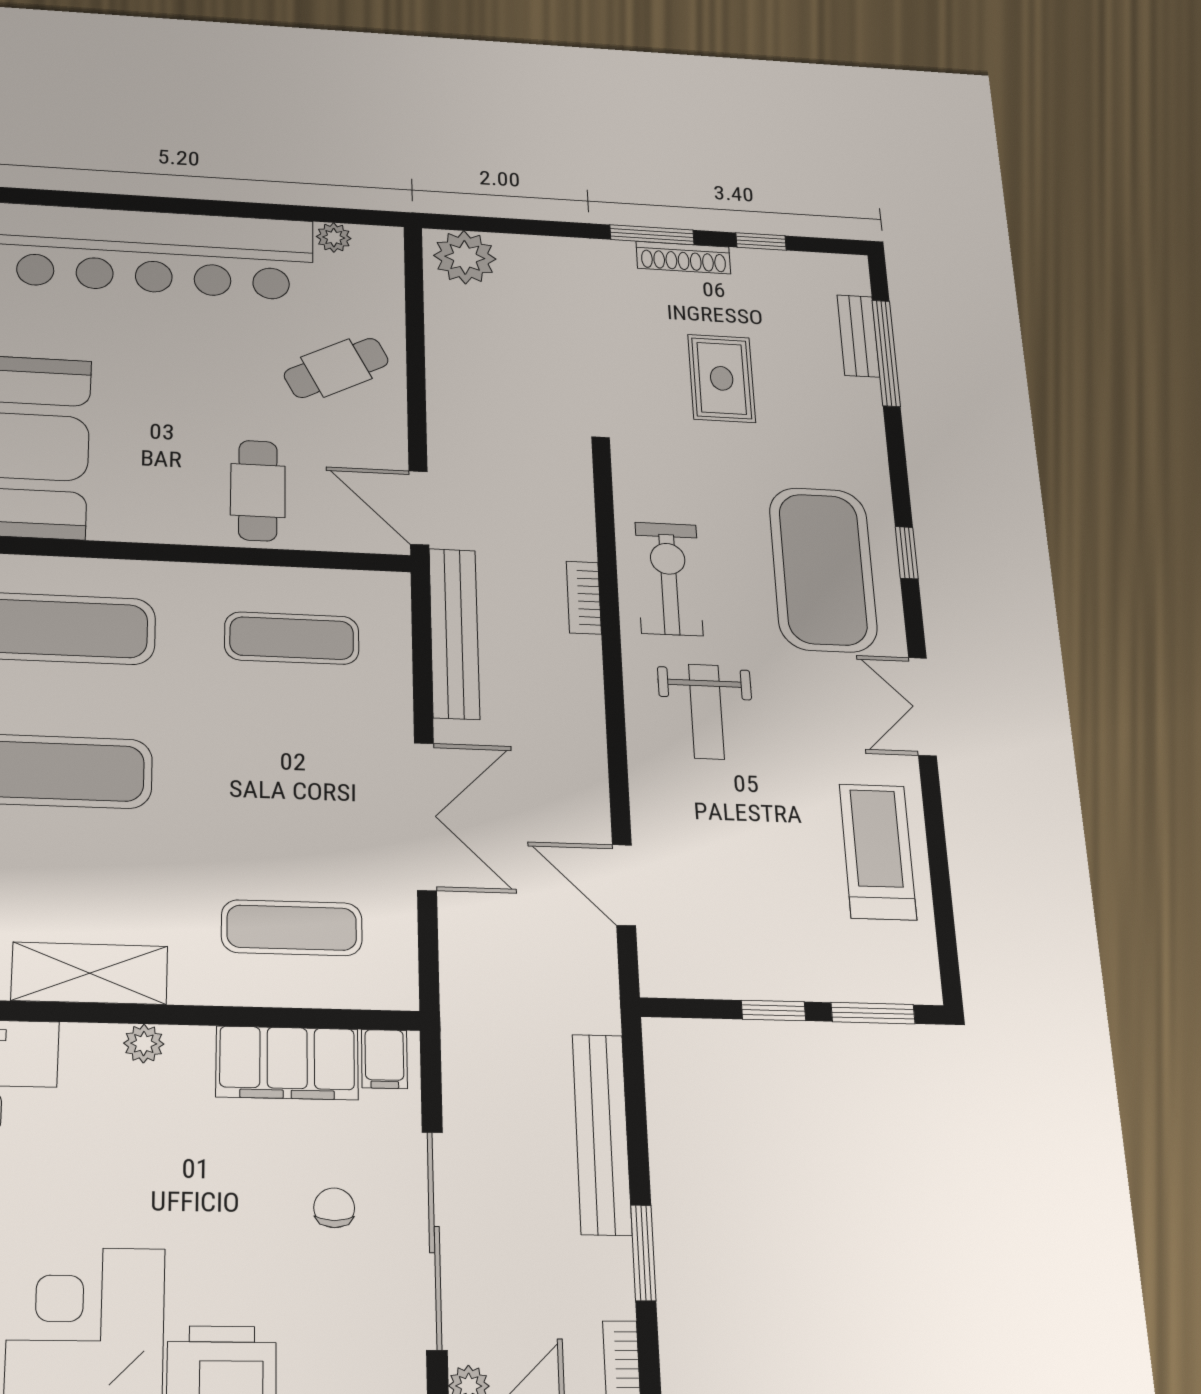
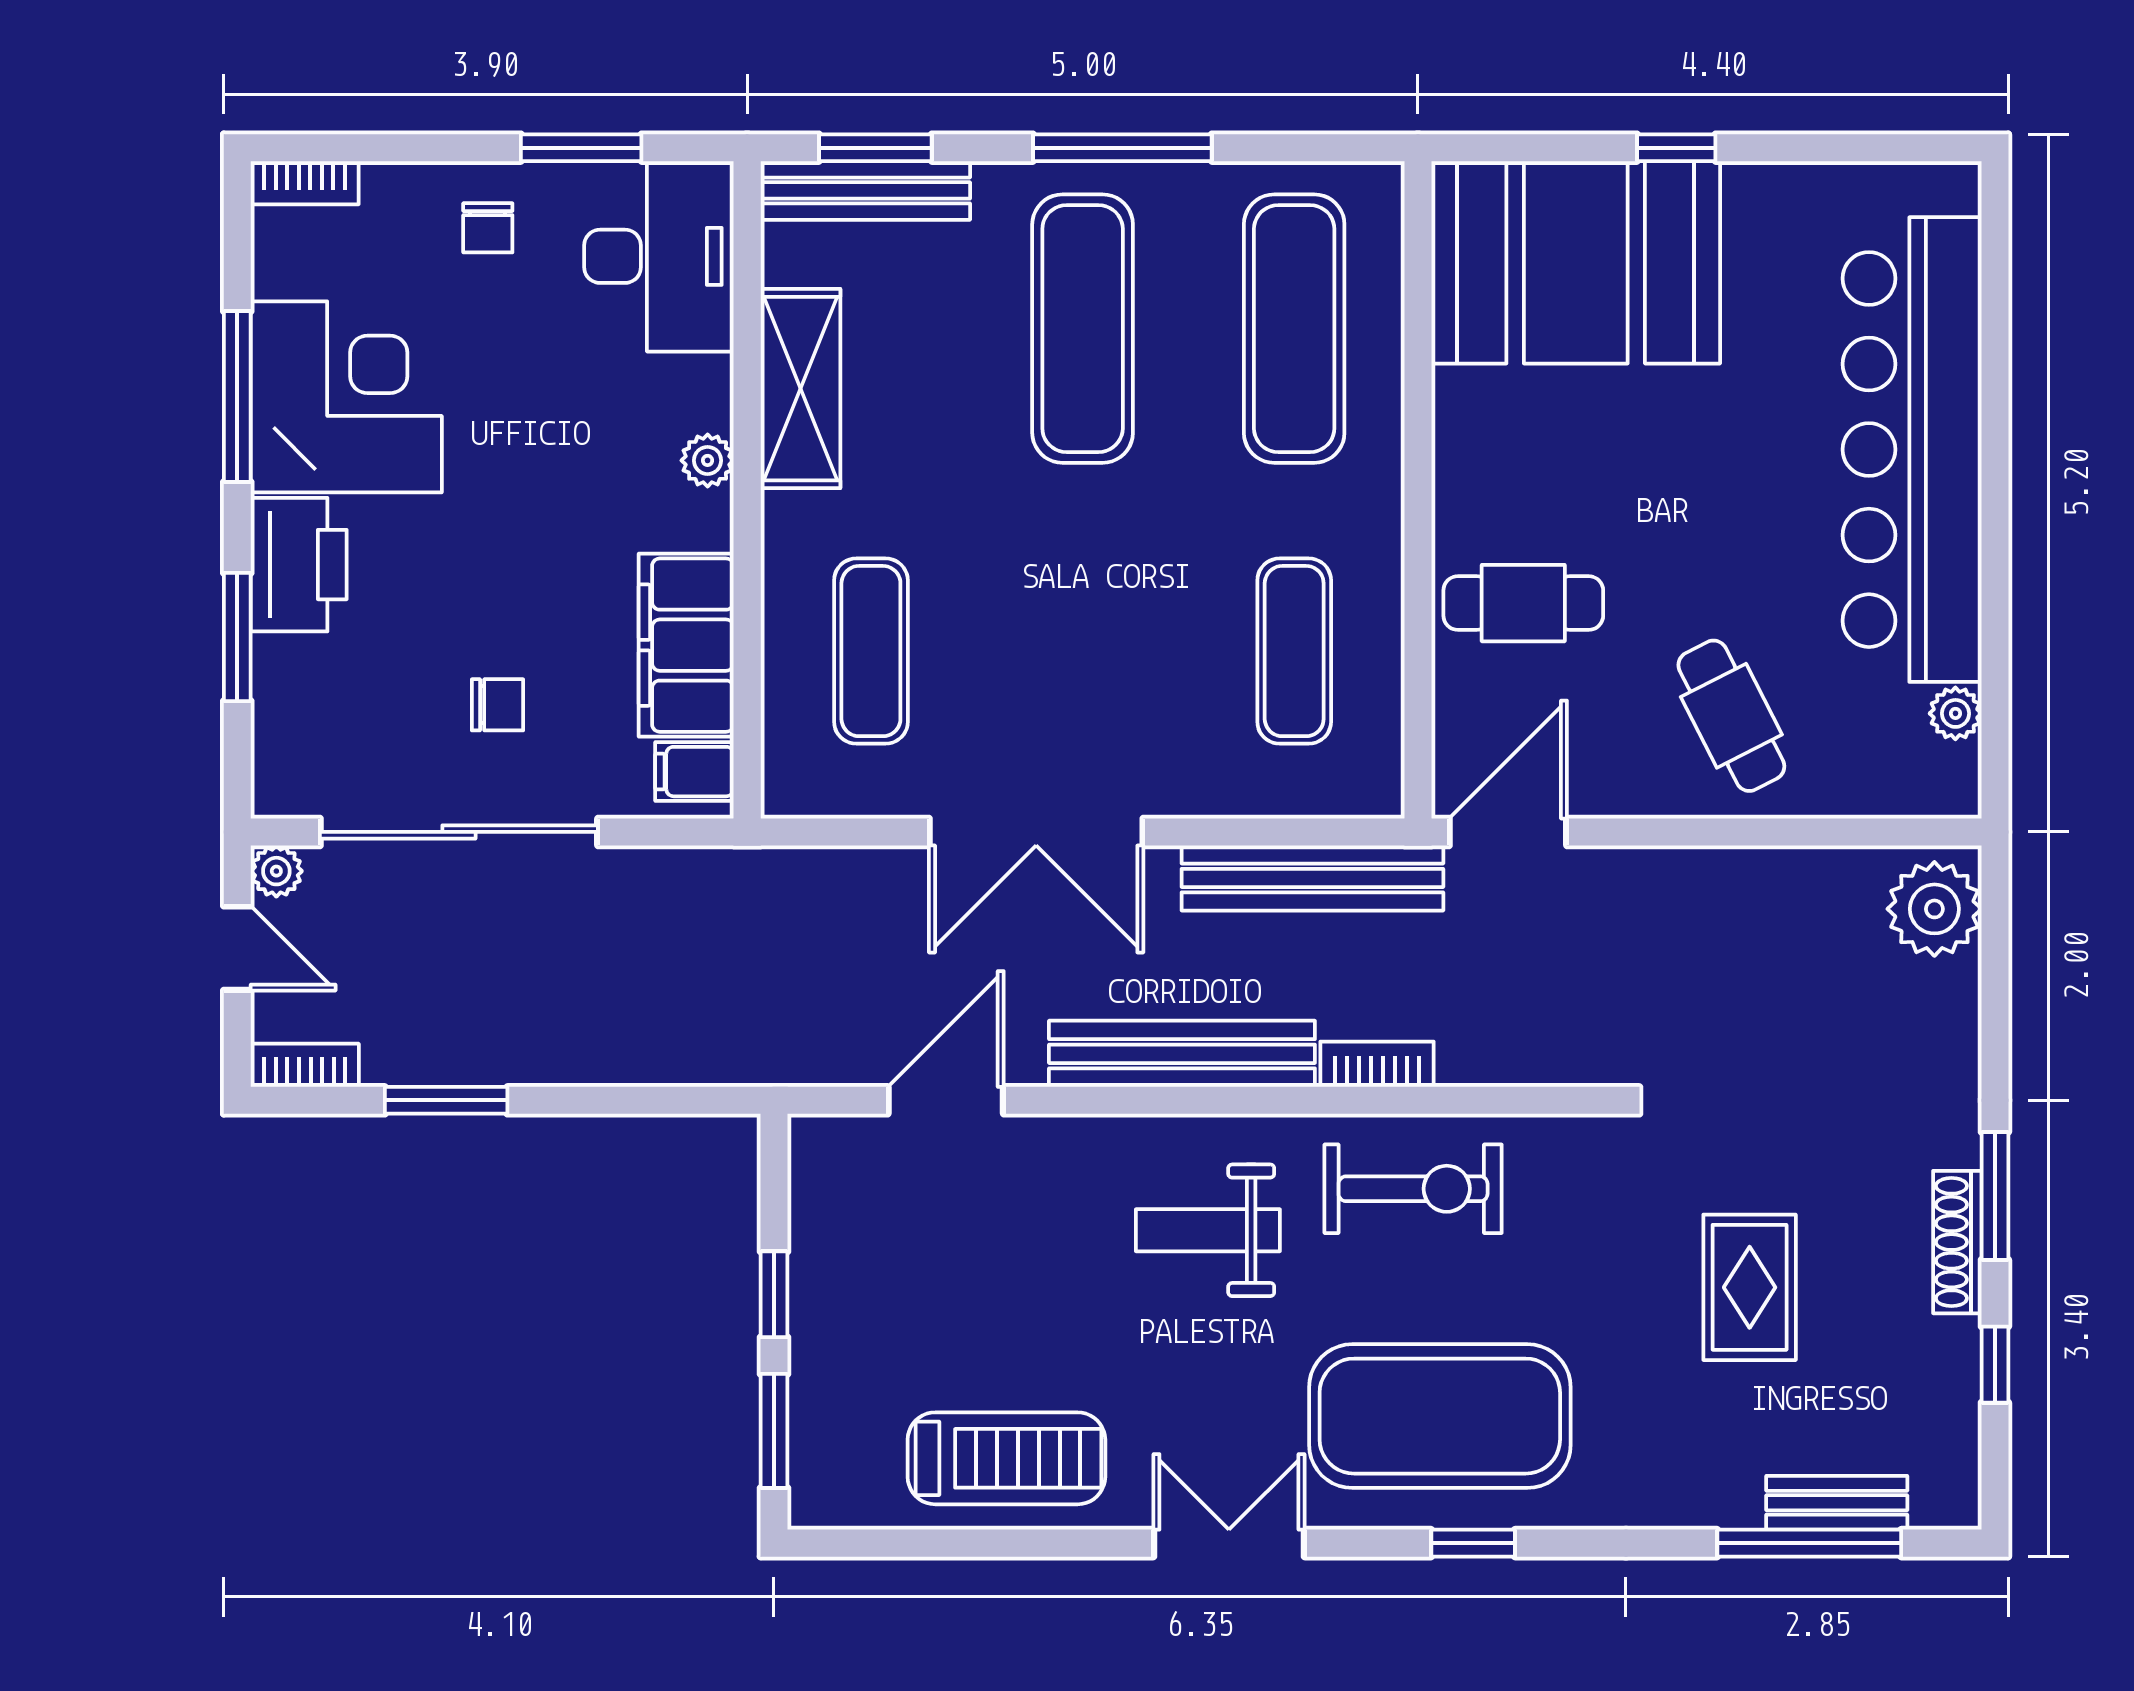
rug: (722, 378) -> (1750, 1287), turned 90
bench: (602, 1134) -> (1182, 1054), moved

